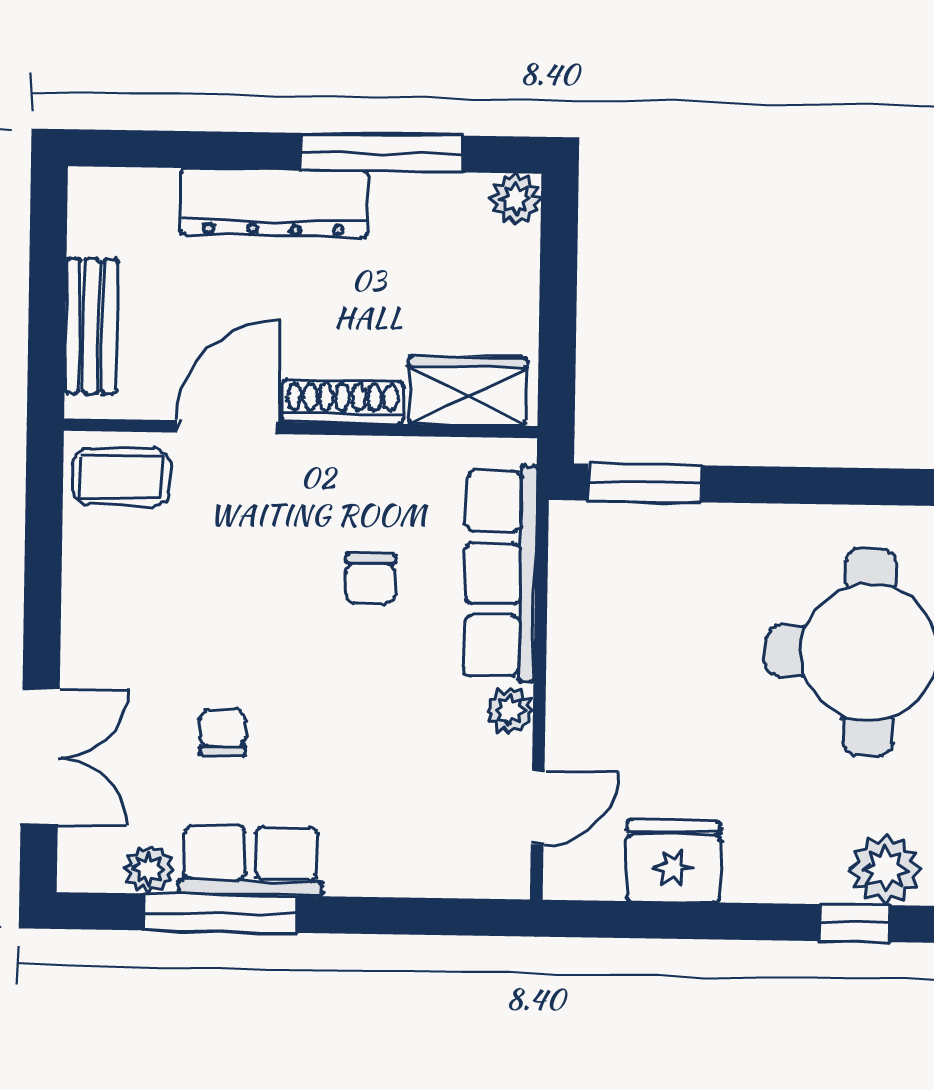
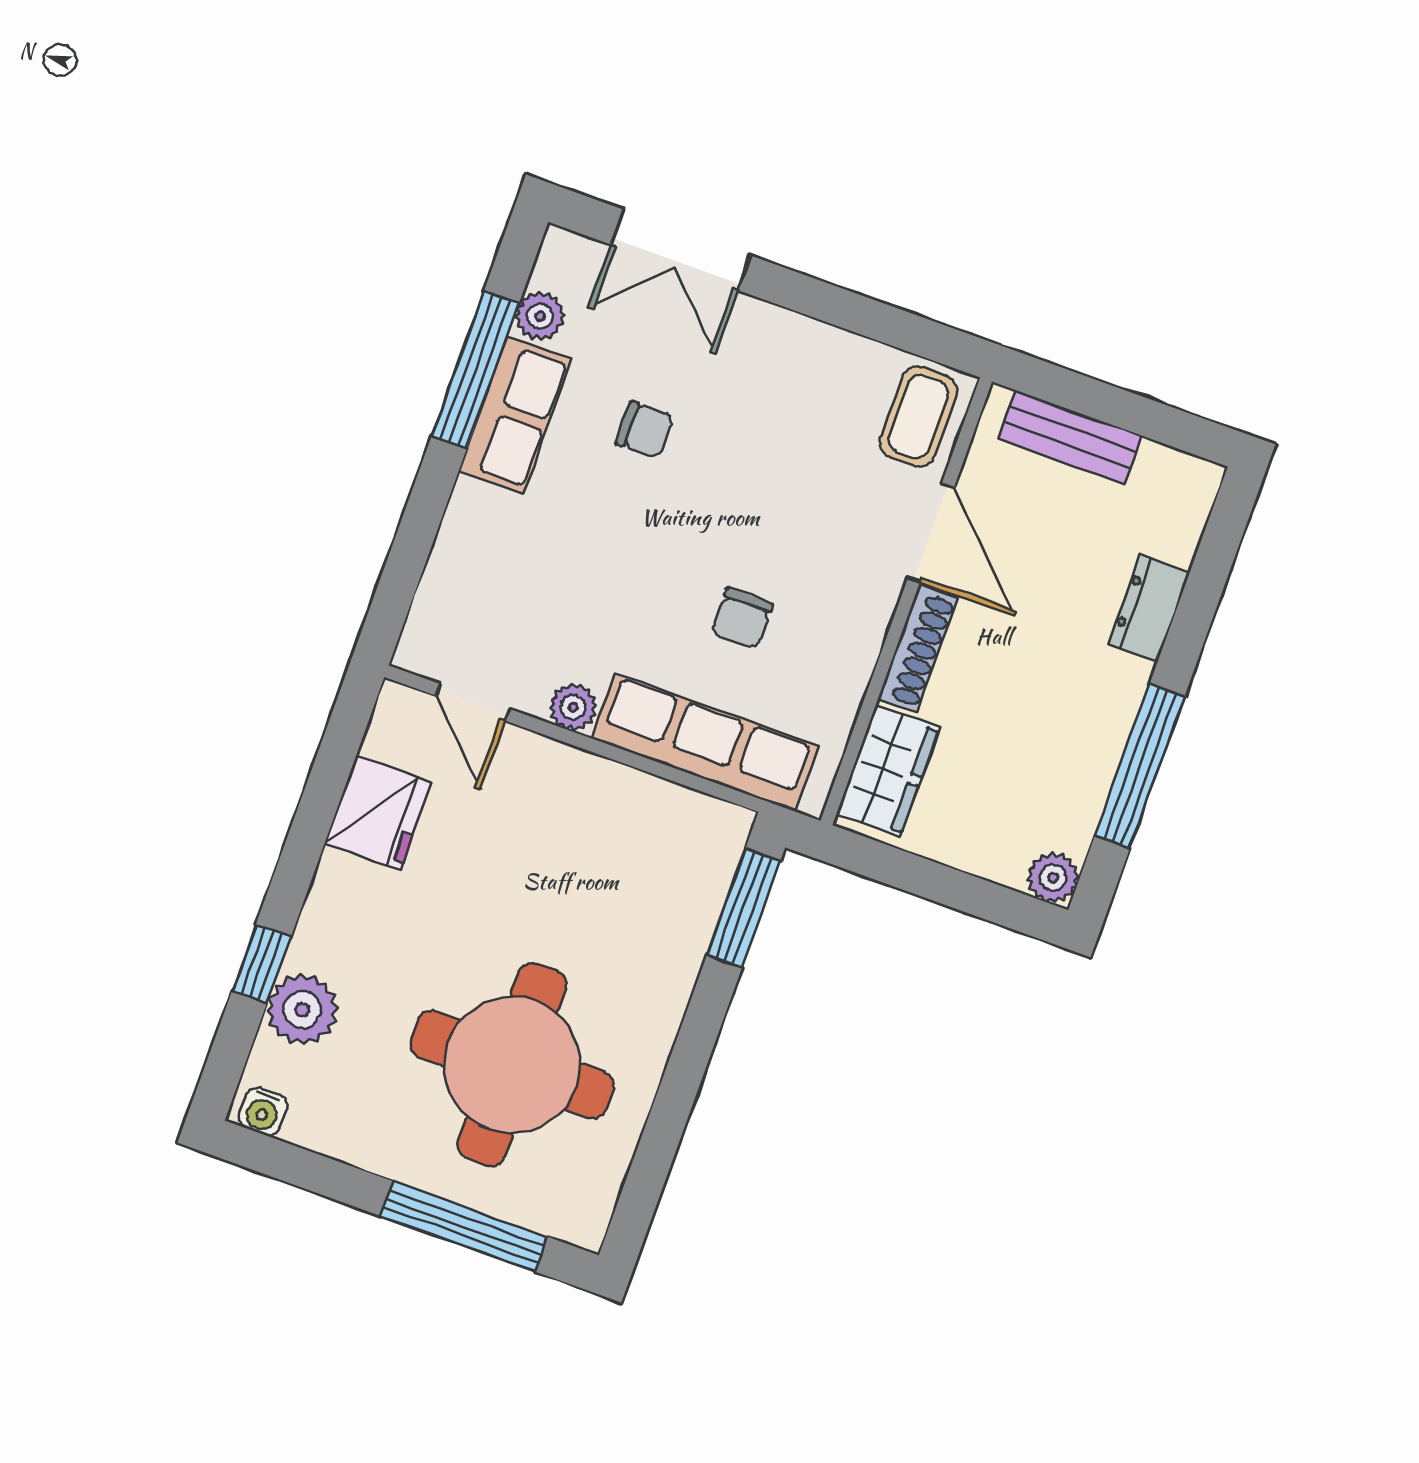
dresser: (274, 203) -> (1149, 608), width x0.51, depth x0.80
chair: (370, 579) -> (742, 618), turned -90

